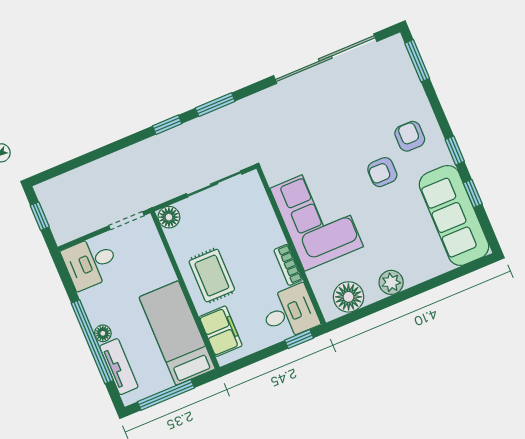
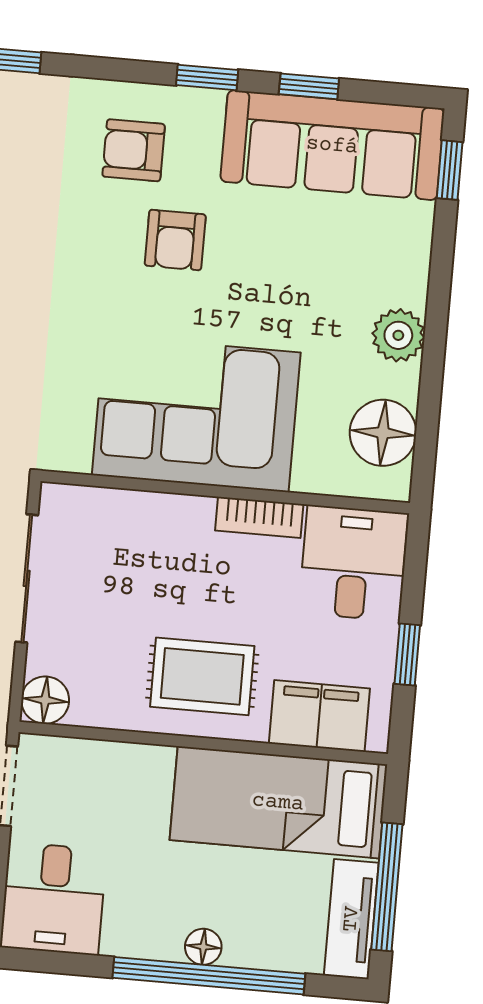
window: (469, 268) -> (450, 170), added
window: (299, 339) -> (407, 654), moved
tv unit: (119, 367) -> (351, 919), moved, turned -90

